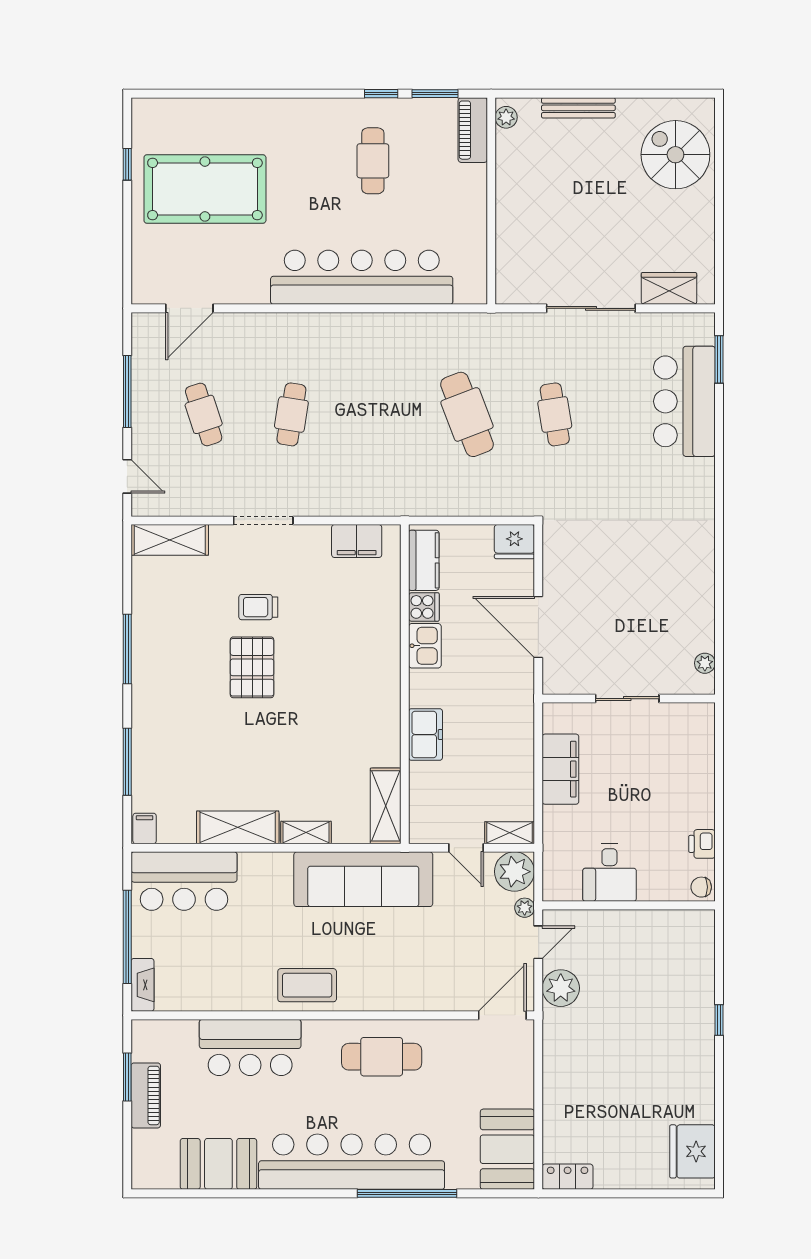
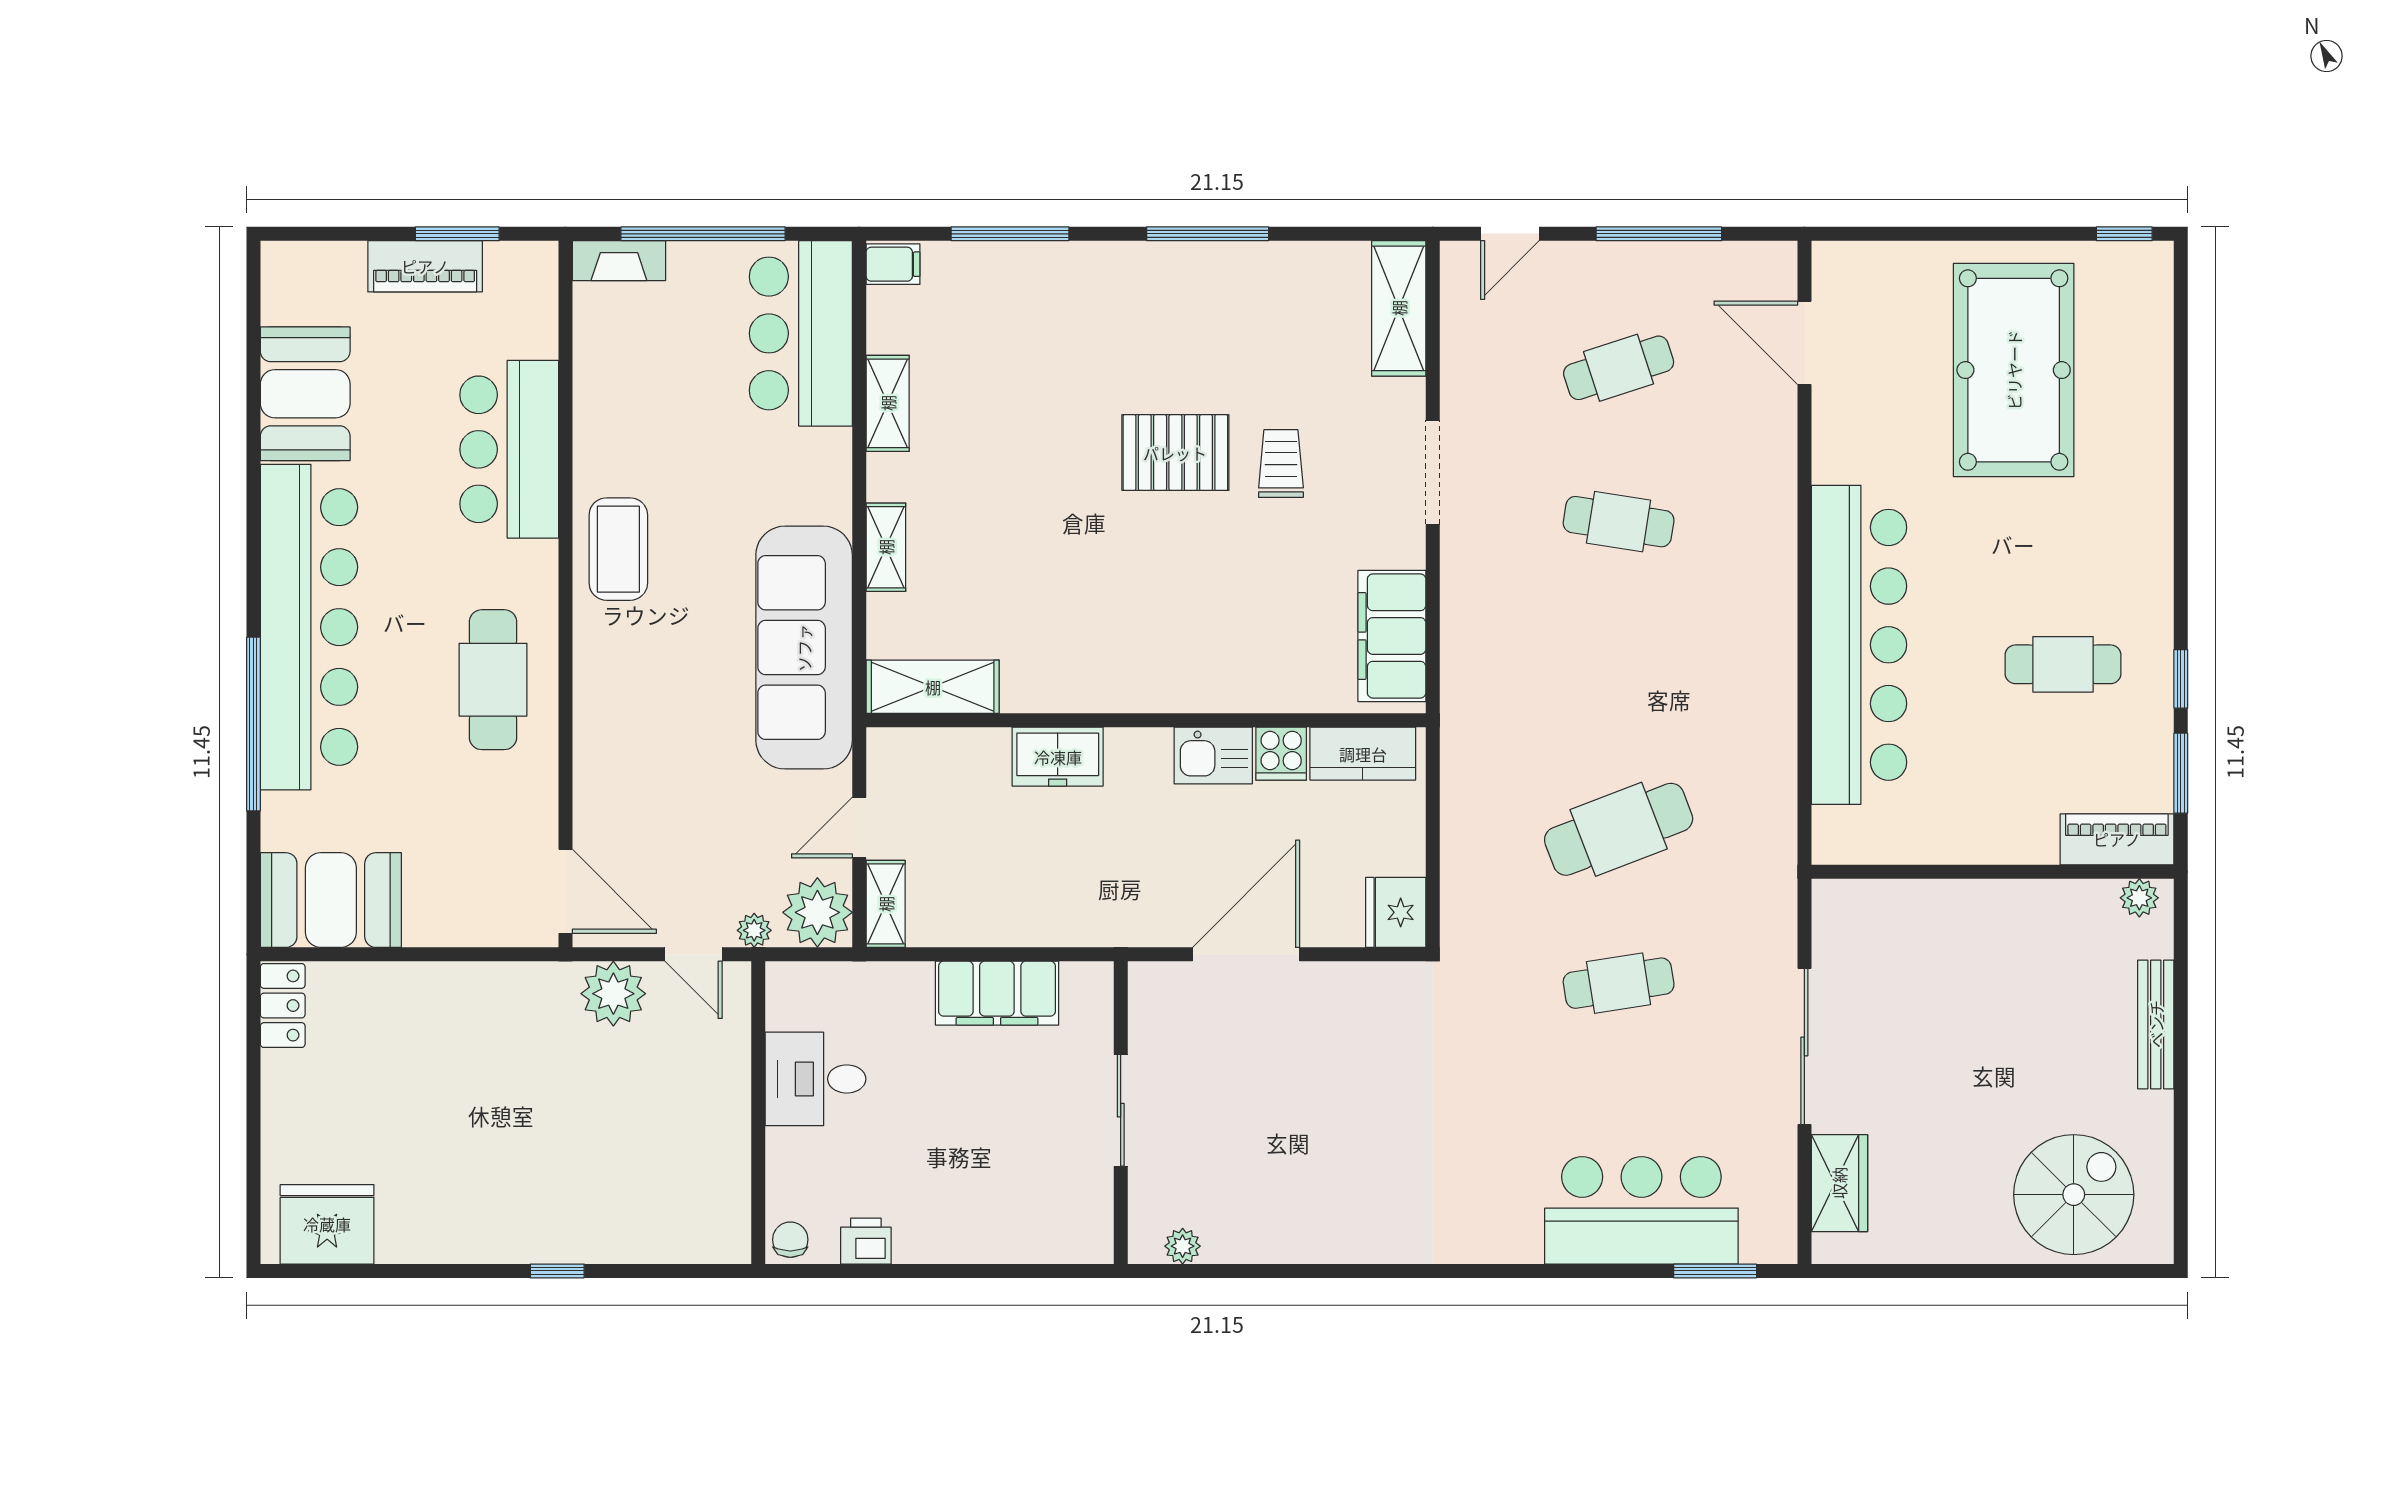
window: (127, 164) -> (2124, 234), moved
filing cabinet: (357, 541) -> (1392, 636), width x1.50, depth x1.17
shelving: (238, 827) -> (888, 403), width x0.67, depth x0.75

